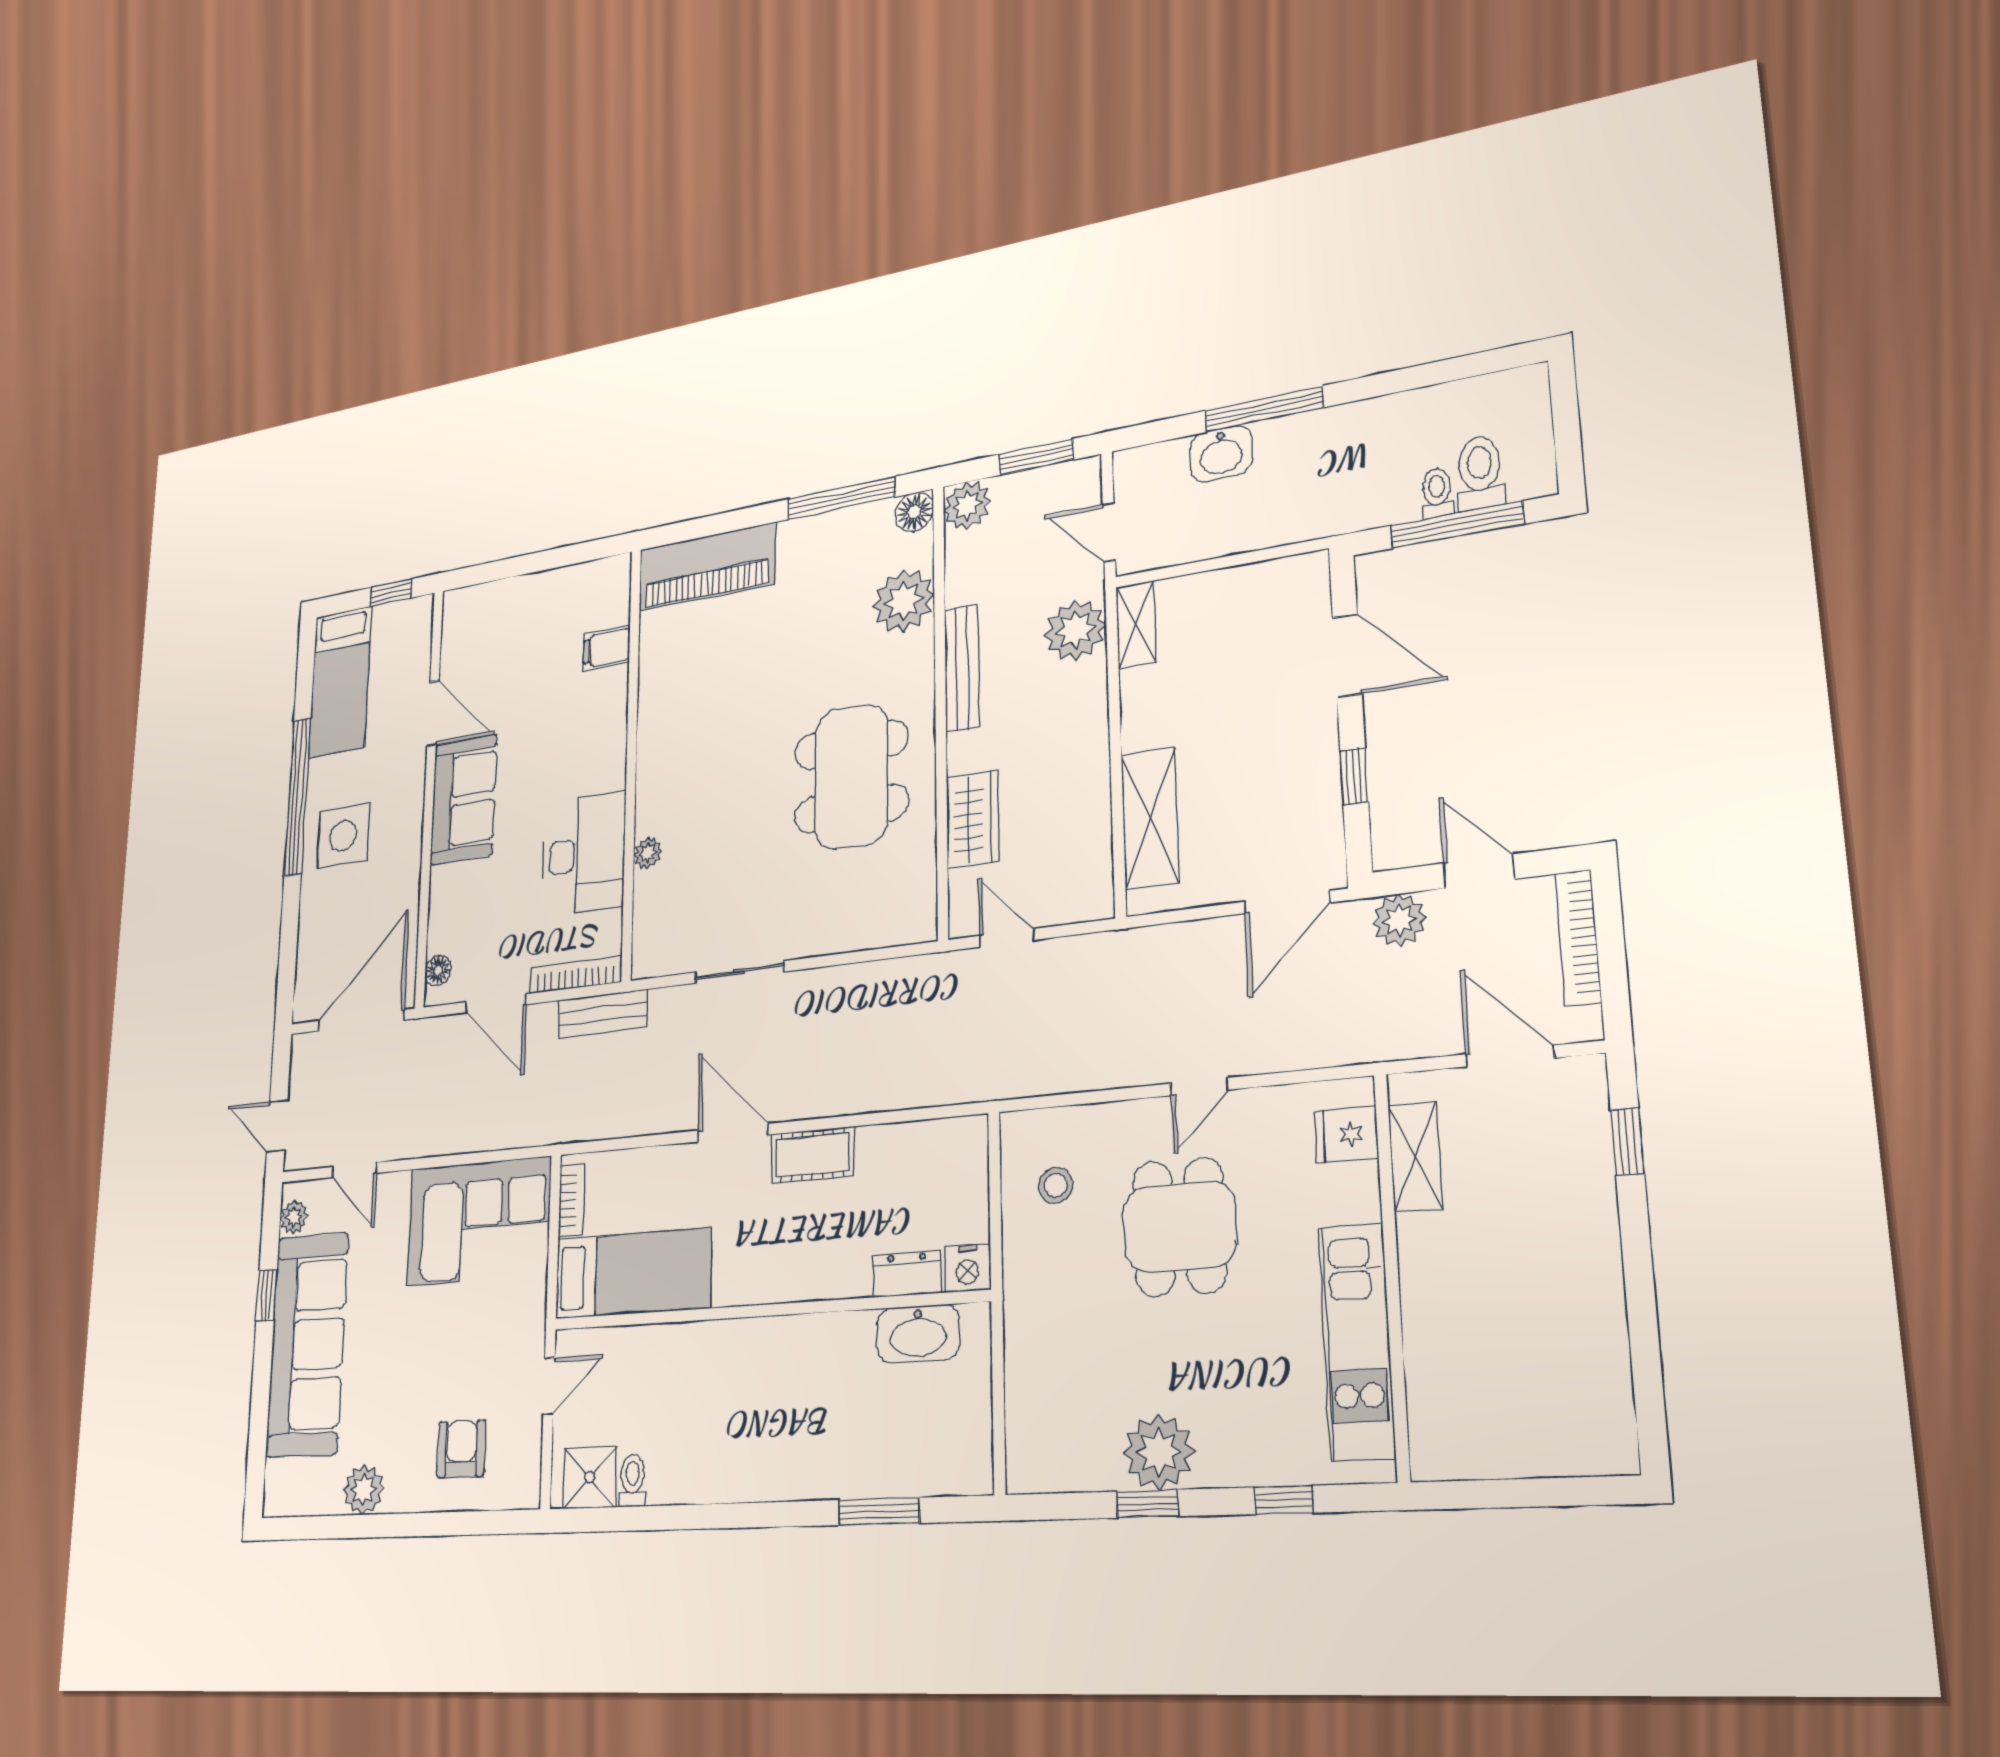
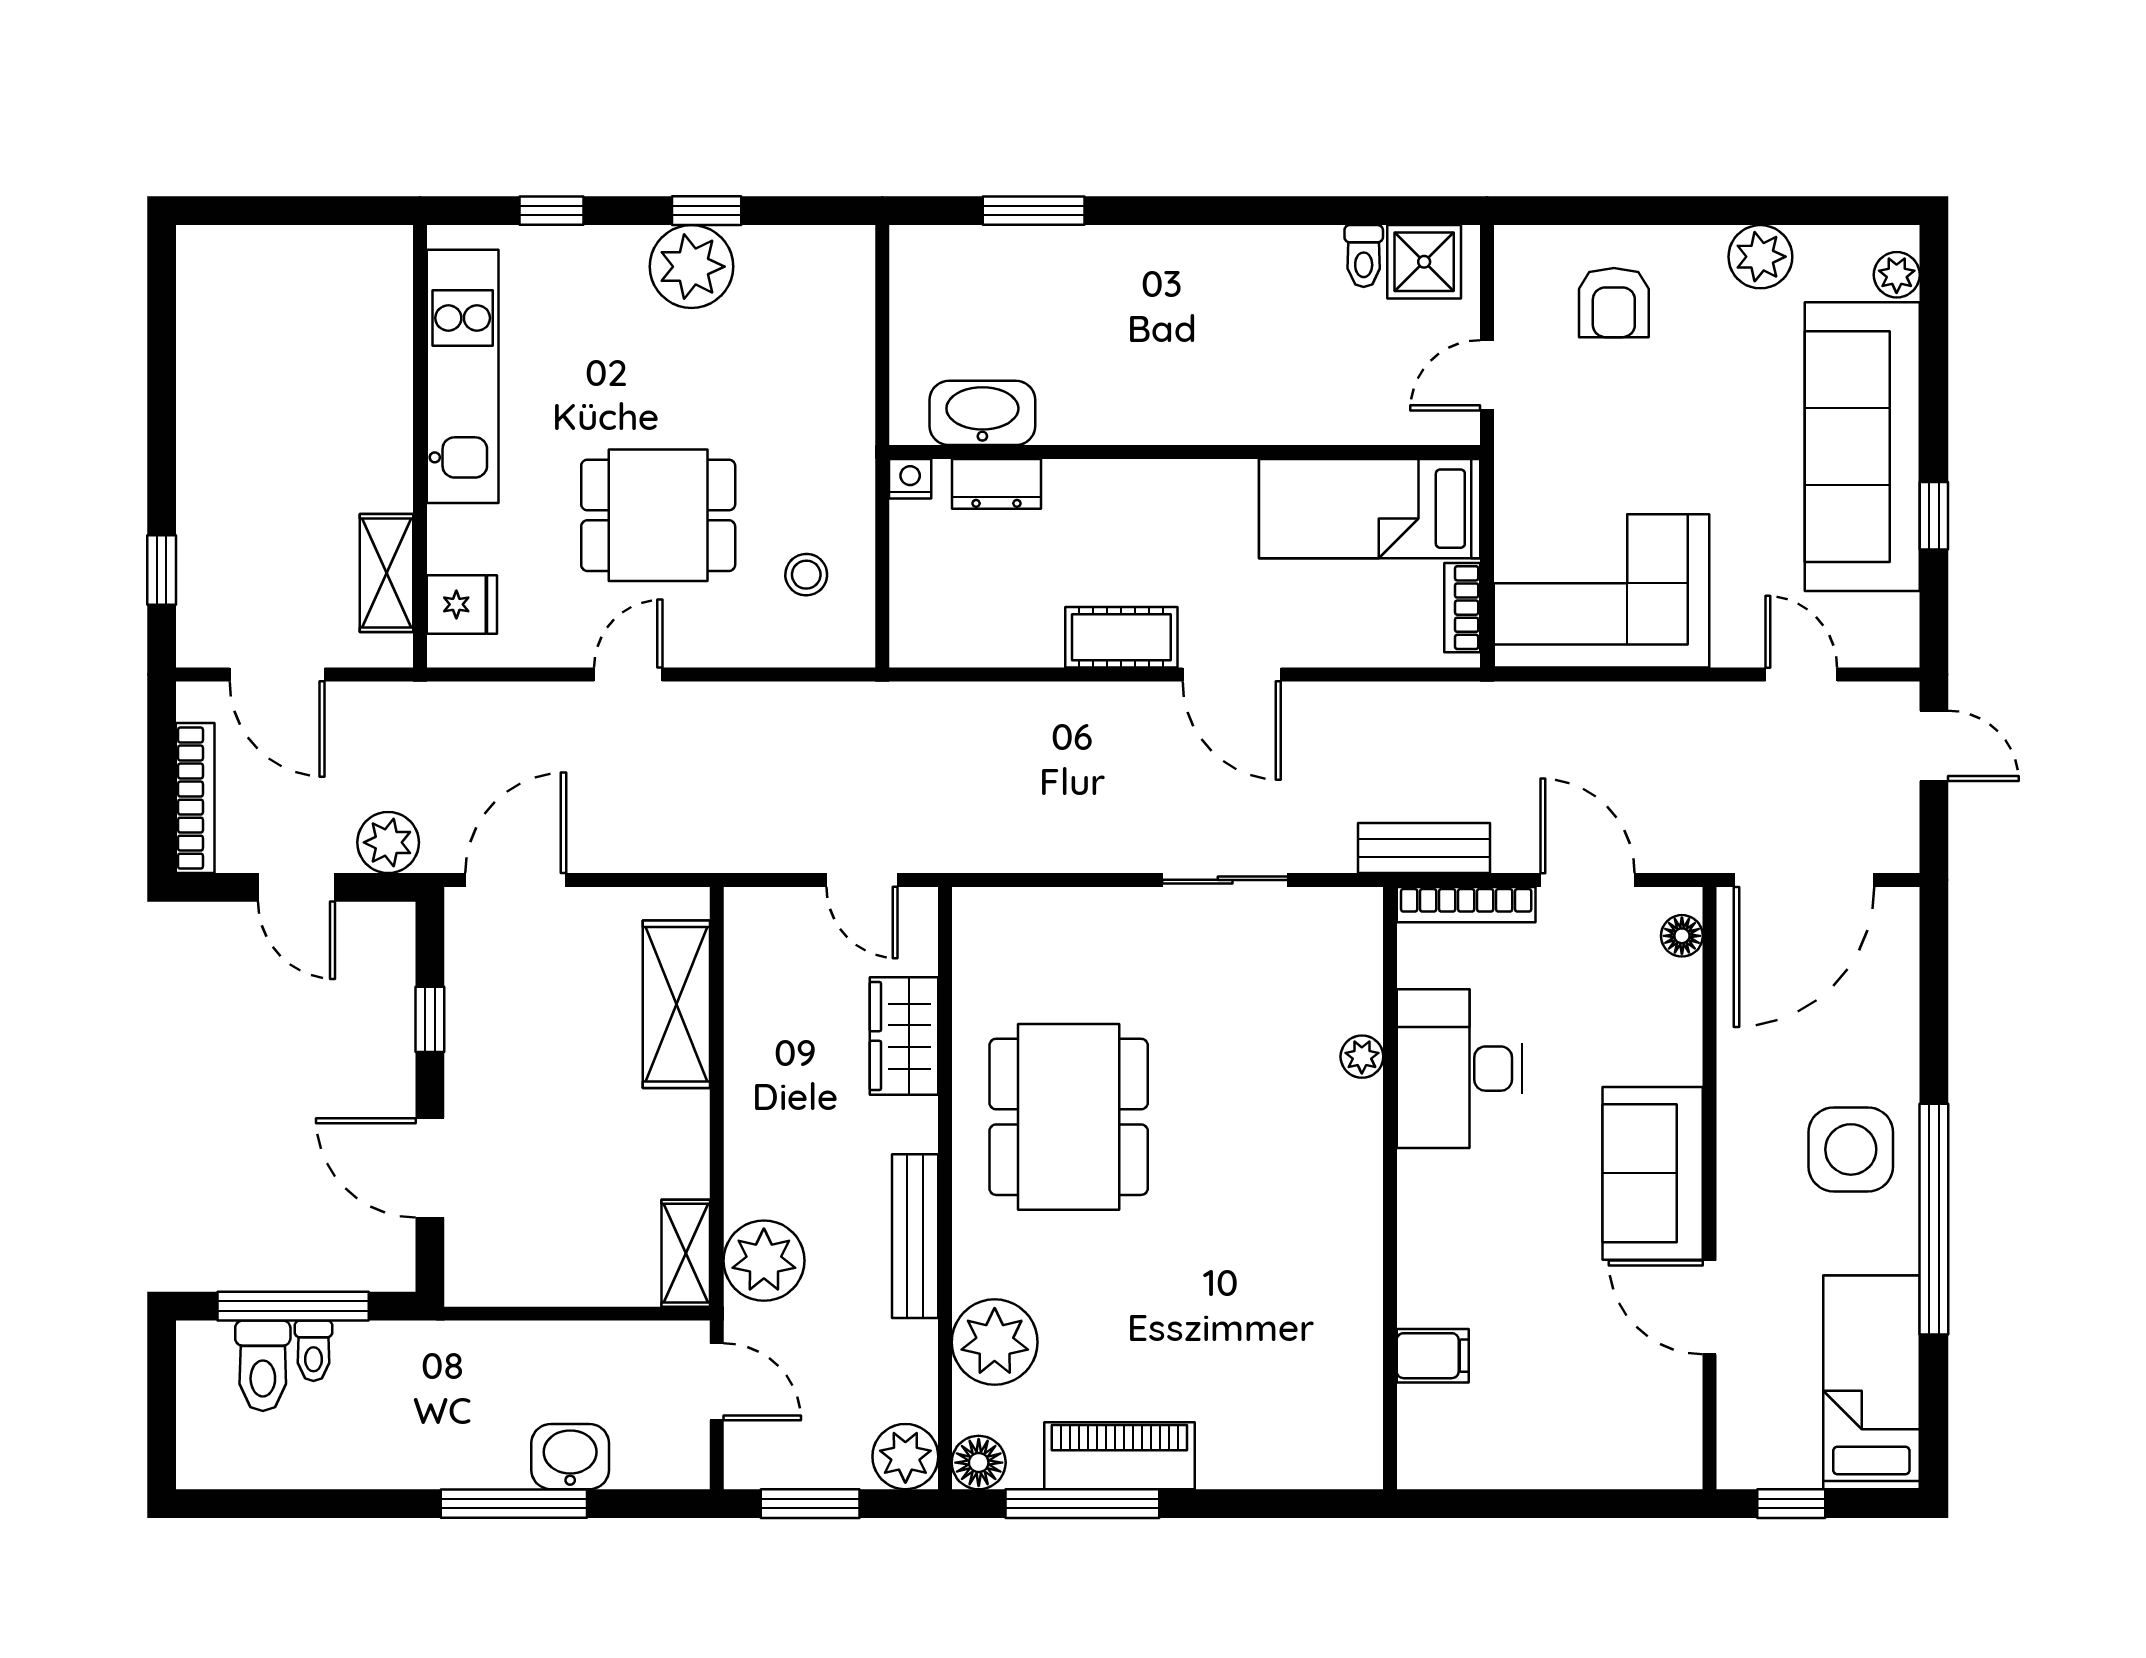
piano: (707, 567) -> (1119, 1456), moved, width x0.73, depth x0.75
plant: (294, 1217) -> (1897, 275), moved
dining table: (1180, 1227) -> (658, 515), turned 90
nightstand: (968, 1268) -> (910, 479), width x0.72, depth x0.74

